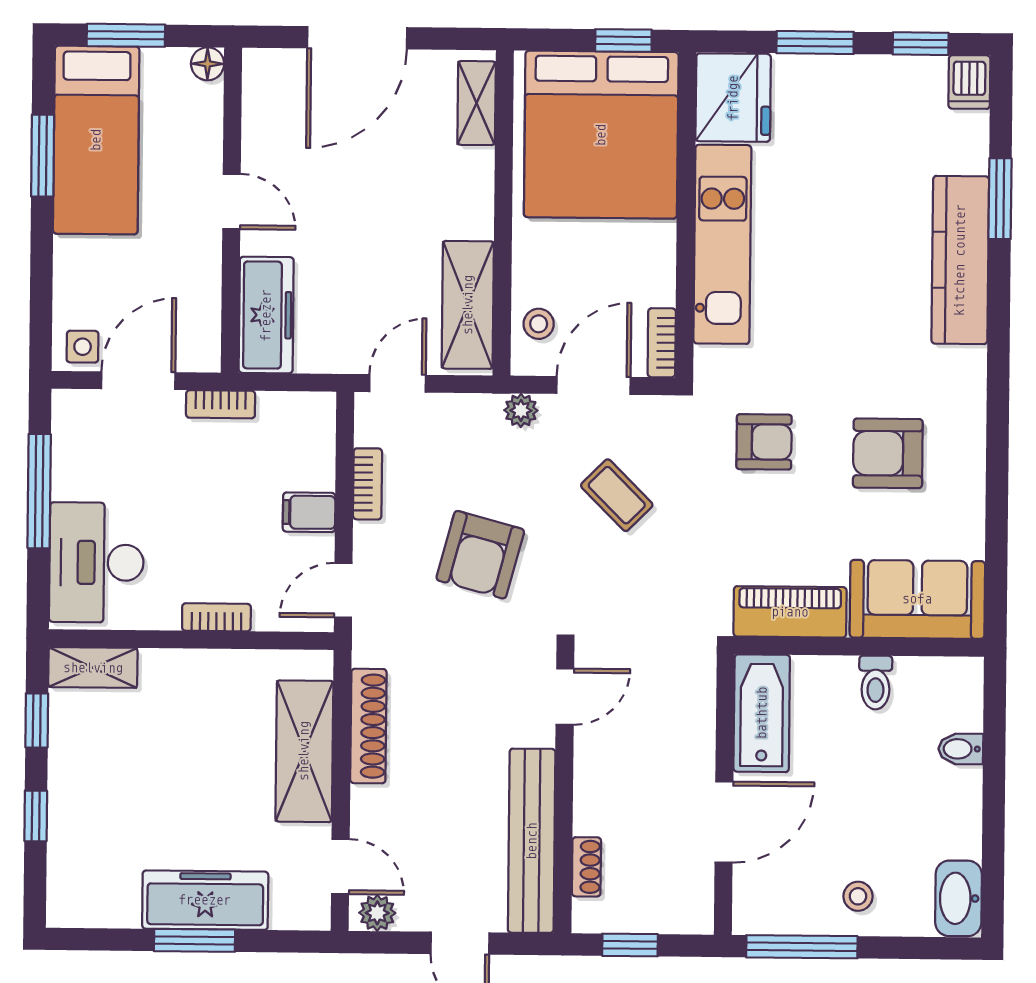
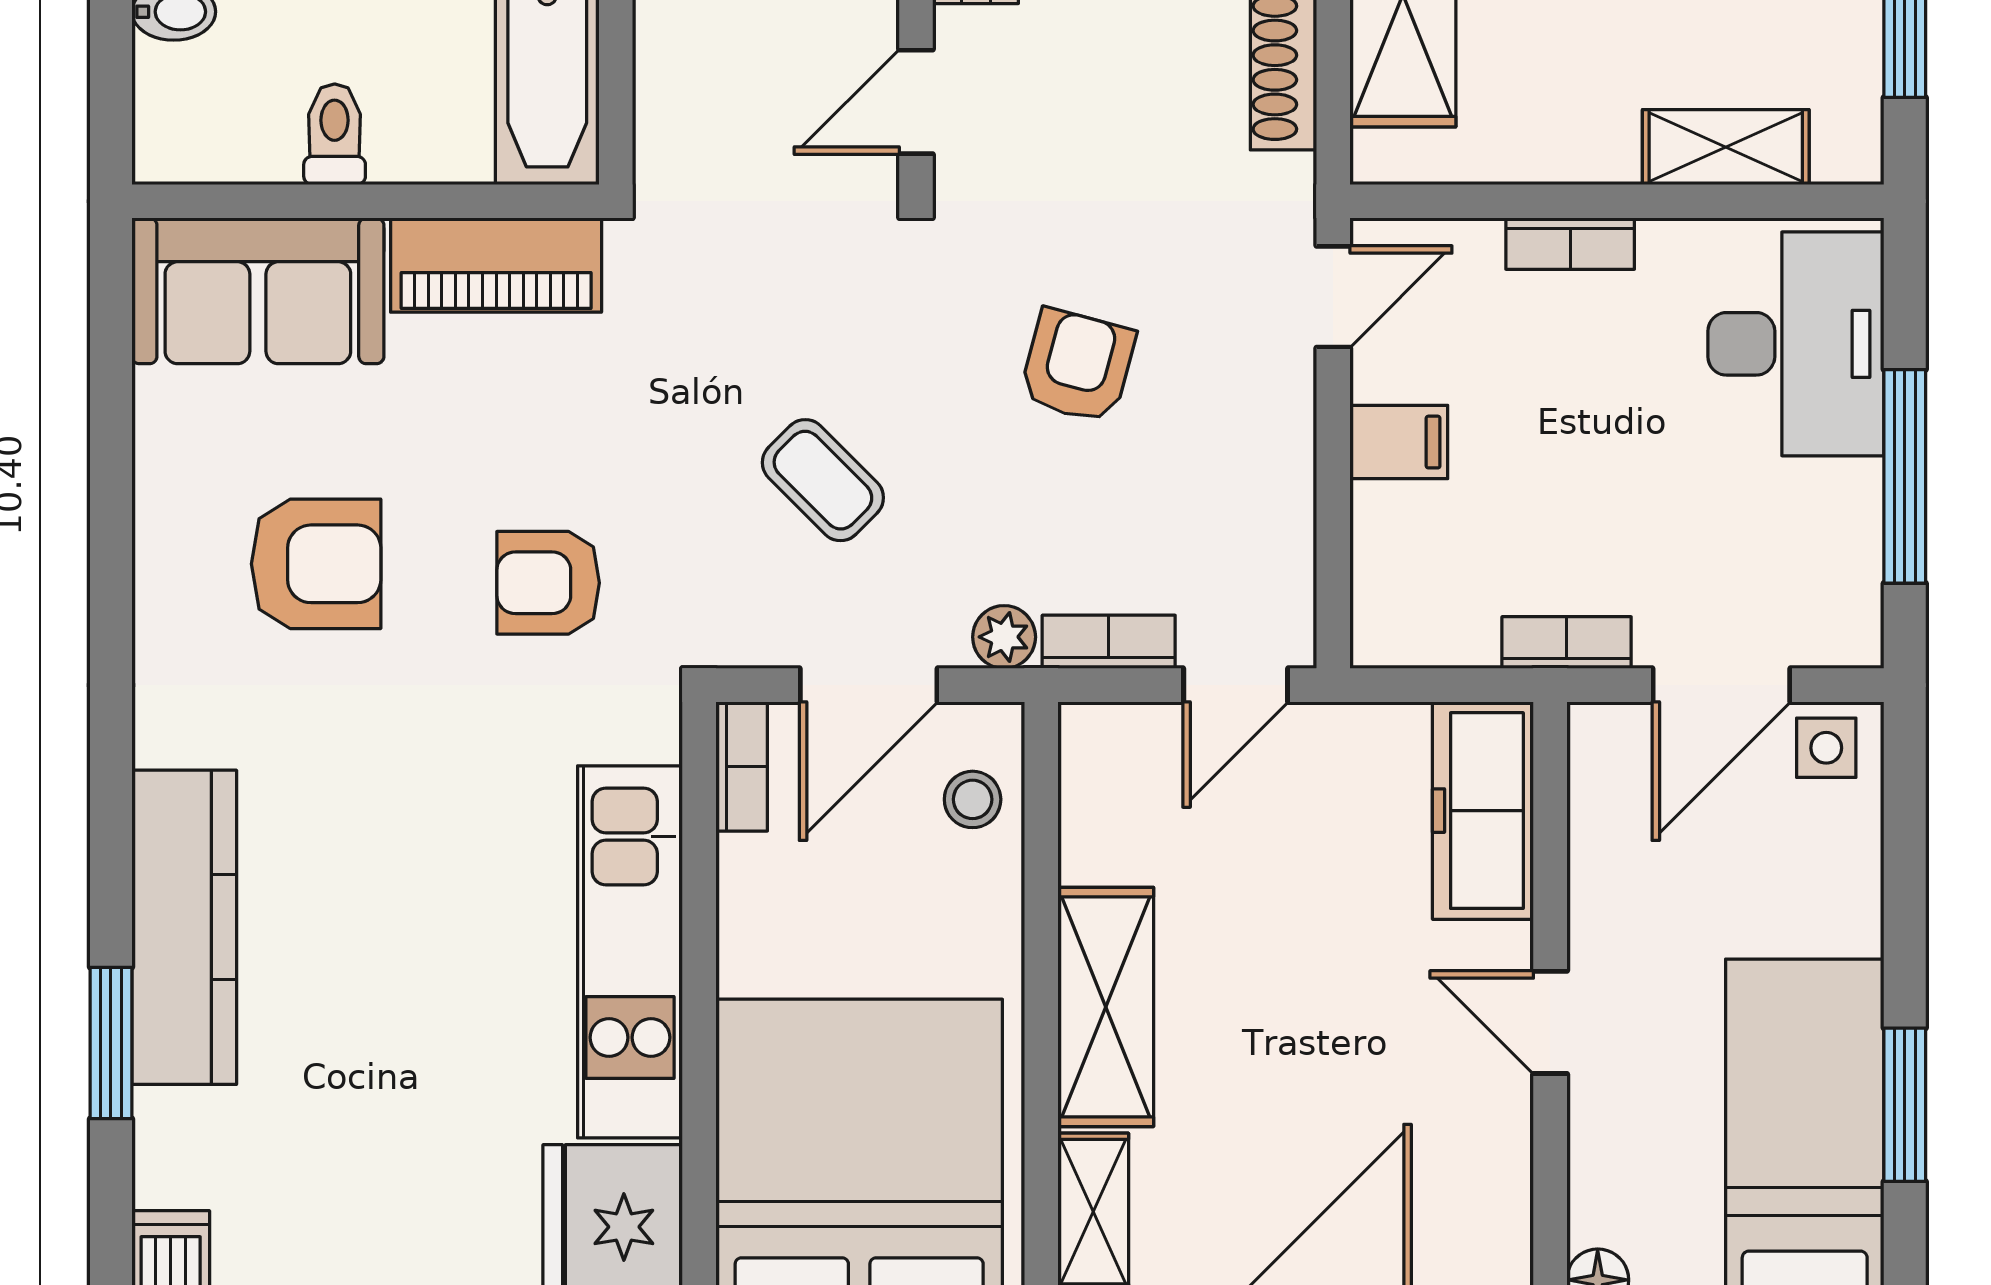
shelving: (468, 305) -> (1106, 1007), moved
bookcase: (367, 484) -> (1109, 642), moved, turned 90
armchair: (480, 555) -> (1077, 366), width x0.72, depth x0.72
shelving: (93, 668) -> (1726, 147), moved

